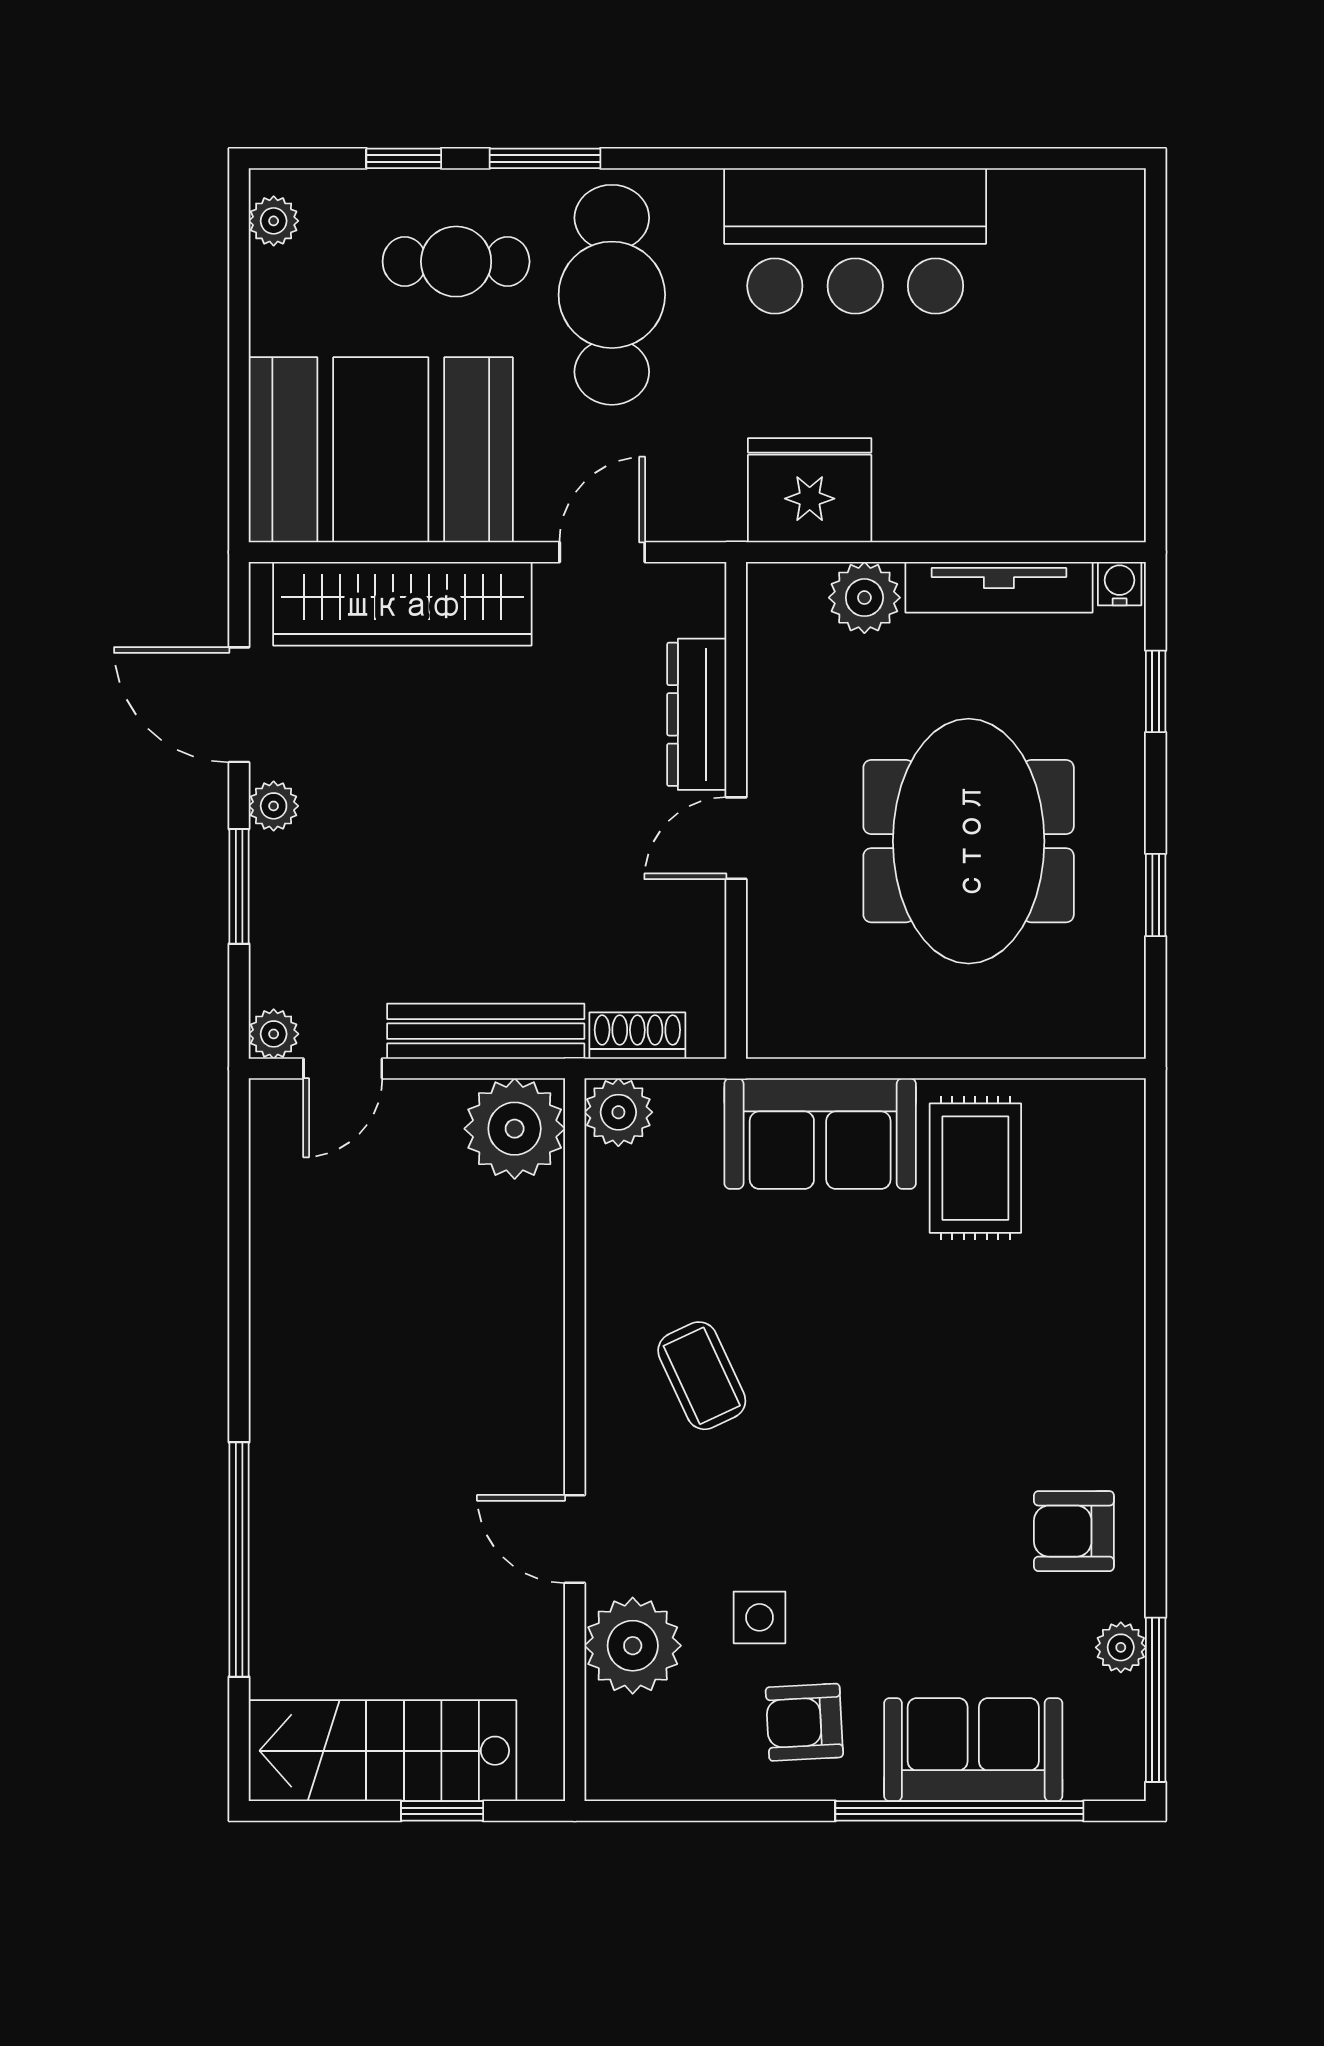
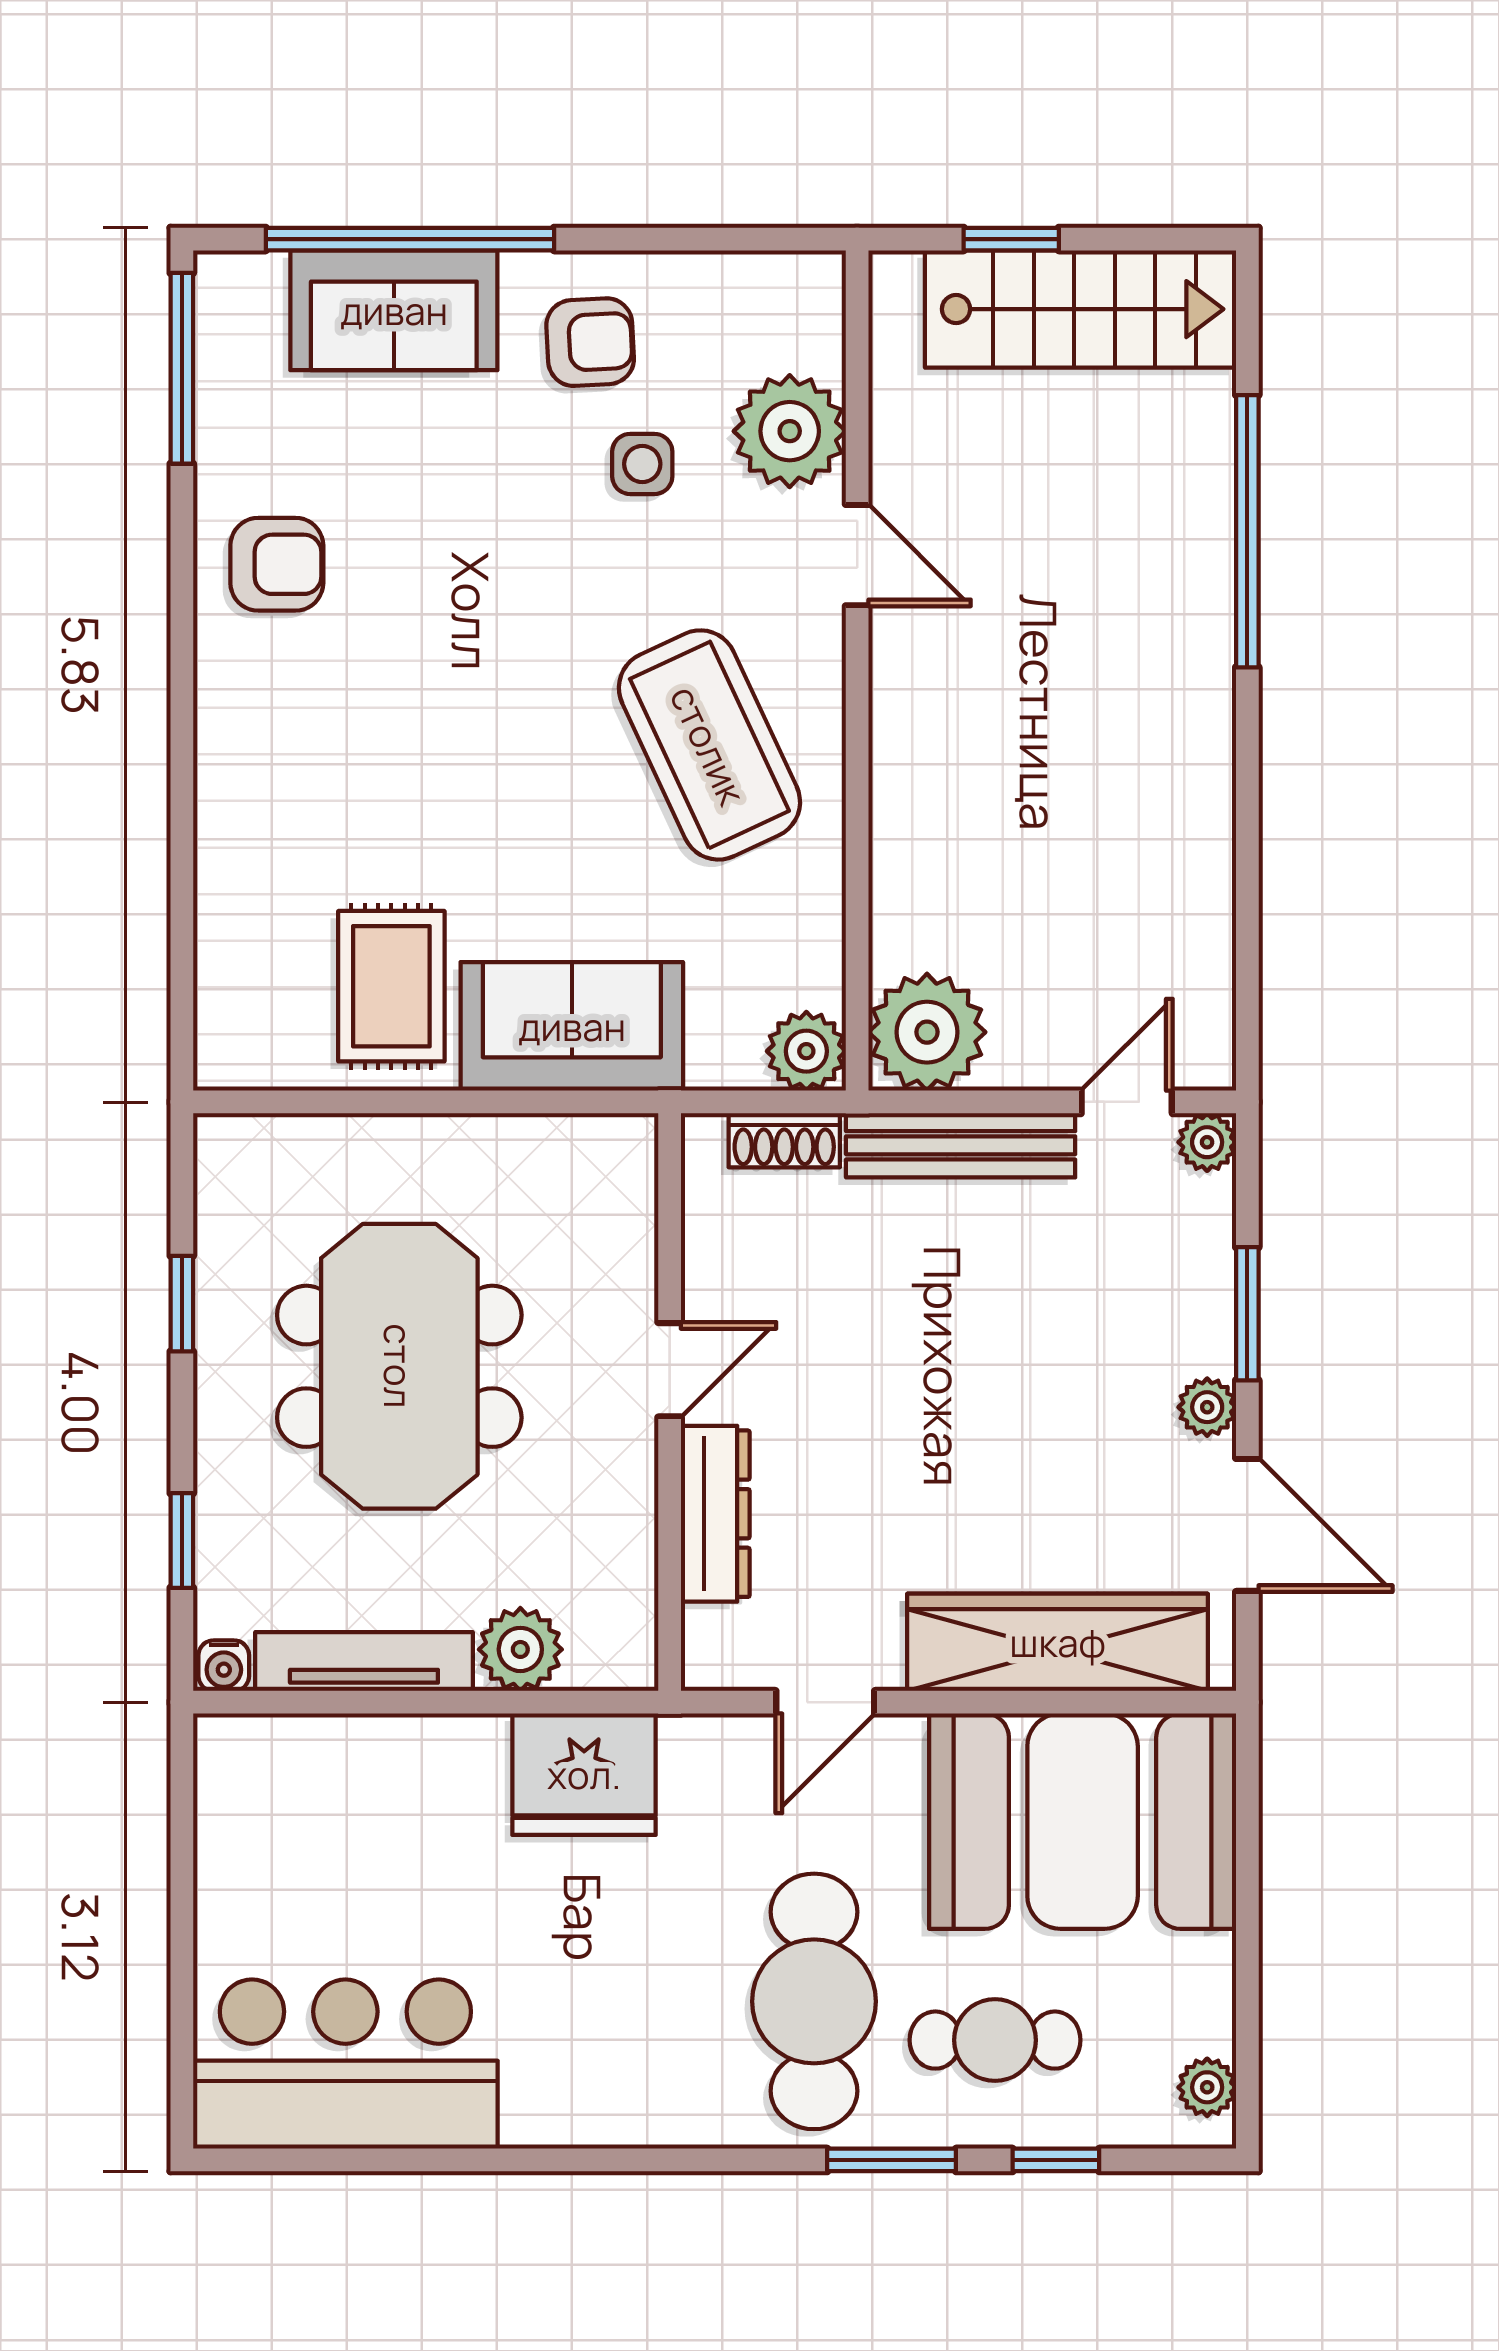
bar counter: (855, 241) -> (345, 2064), moved
coffee table: (702, 1376) -> (709, 745), width x1.86, depth x1.72
plant: (1121, 1647) -> (222, 429), removed

